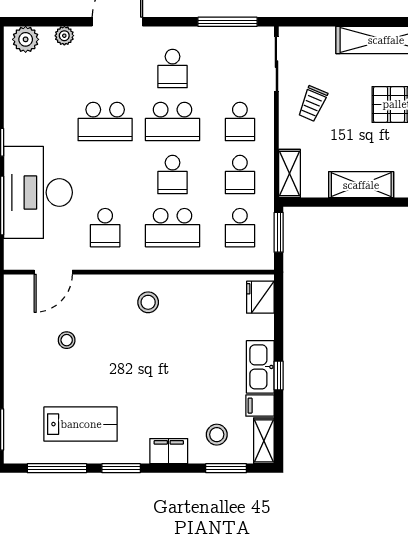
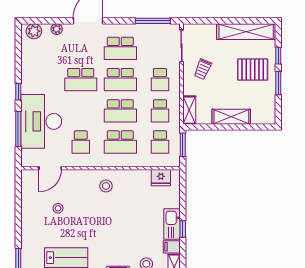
school desk: (173, 68) -> (120, 48), width x1.85
school desk: (173, 175) -> (120, 111), width x1.85
fridge: (260, 297) -> (161, 178), moved, turned -90

